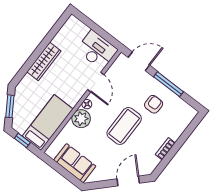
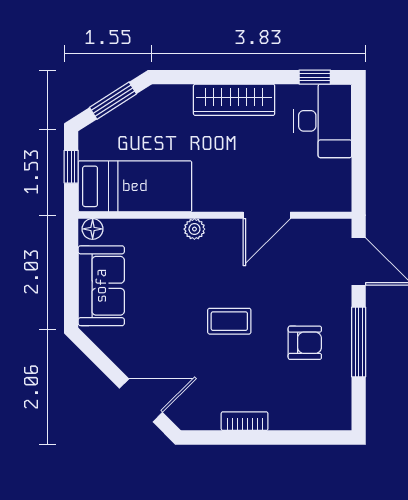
window: (58, 25) -> (315, 77), added
desk: (97, 50) -> (323, 121), moved
floor lamp: (87, 104) -> (93, 229), moved
plant: (81, 119) -> (194, 229), width x0.53, depth x0.53
coffee table: (124, 126) -> (229, 321), width x0.54, depth x0.58

